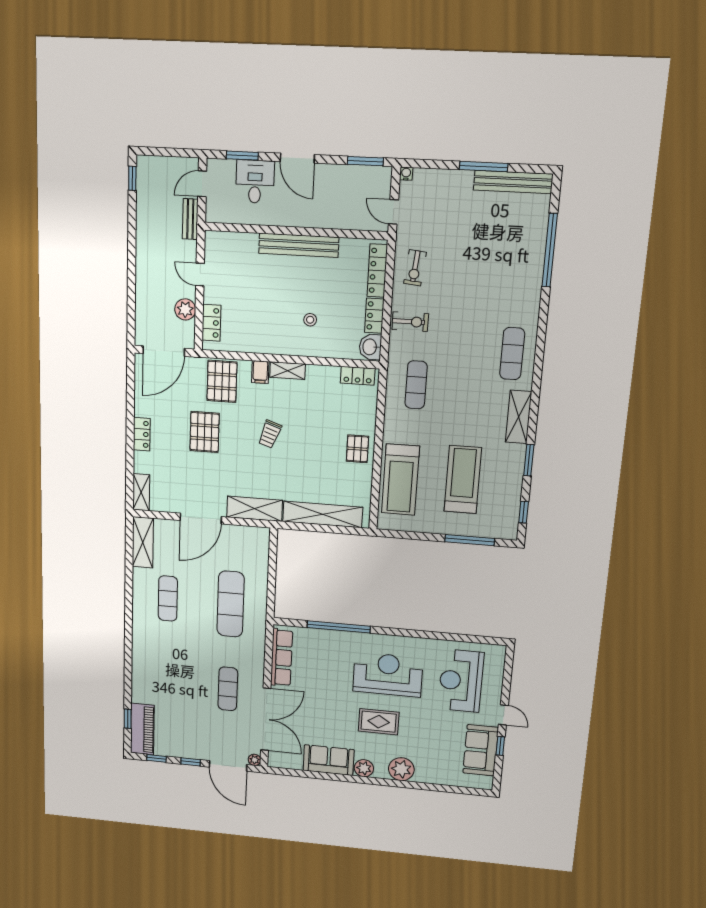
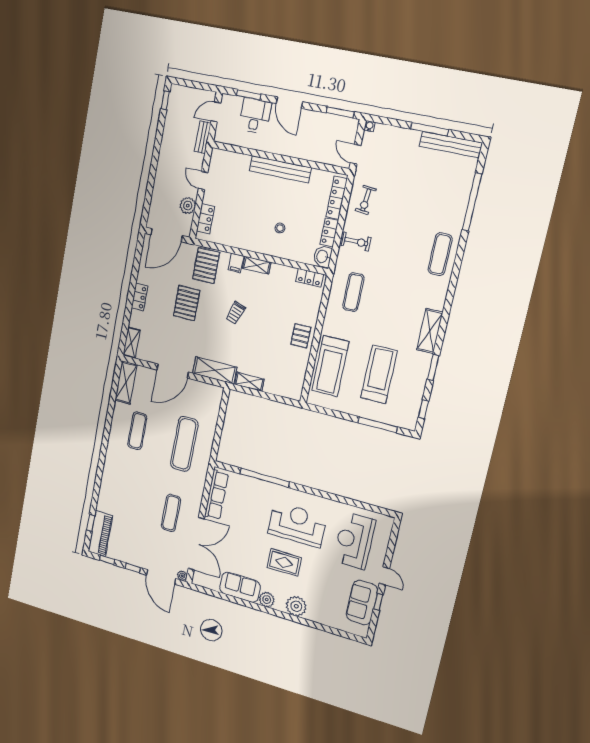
exercise mat: (512, 354) -> (440, 254), moved
shelving: (323, 514) -> (249, 382), width x0.45, depth x0.75

